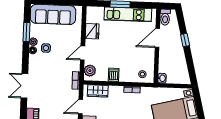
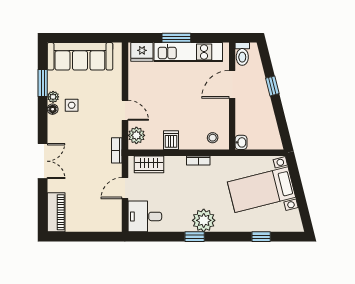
fridge: (92, 31) -> (142, 52), moved, turned 90
door: (83, 53) -> (125, 110), swing flipped
double door: (24, 86) -> (43, 161), swing flipped

